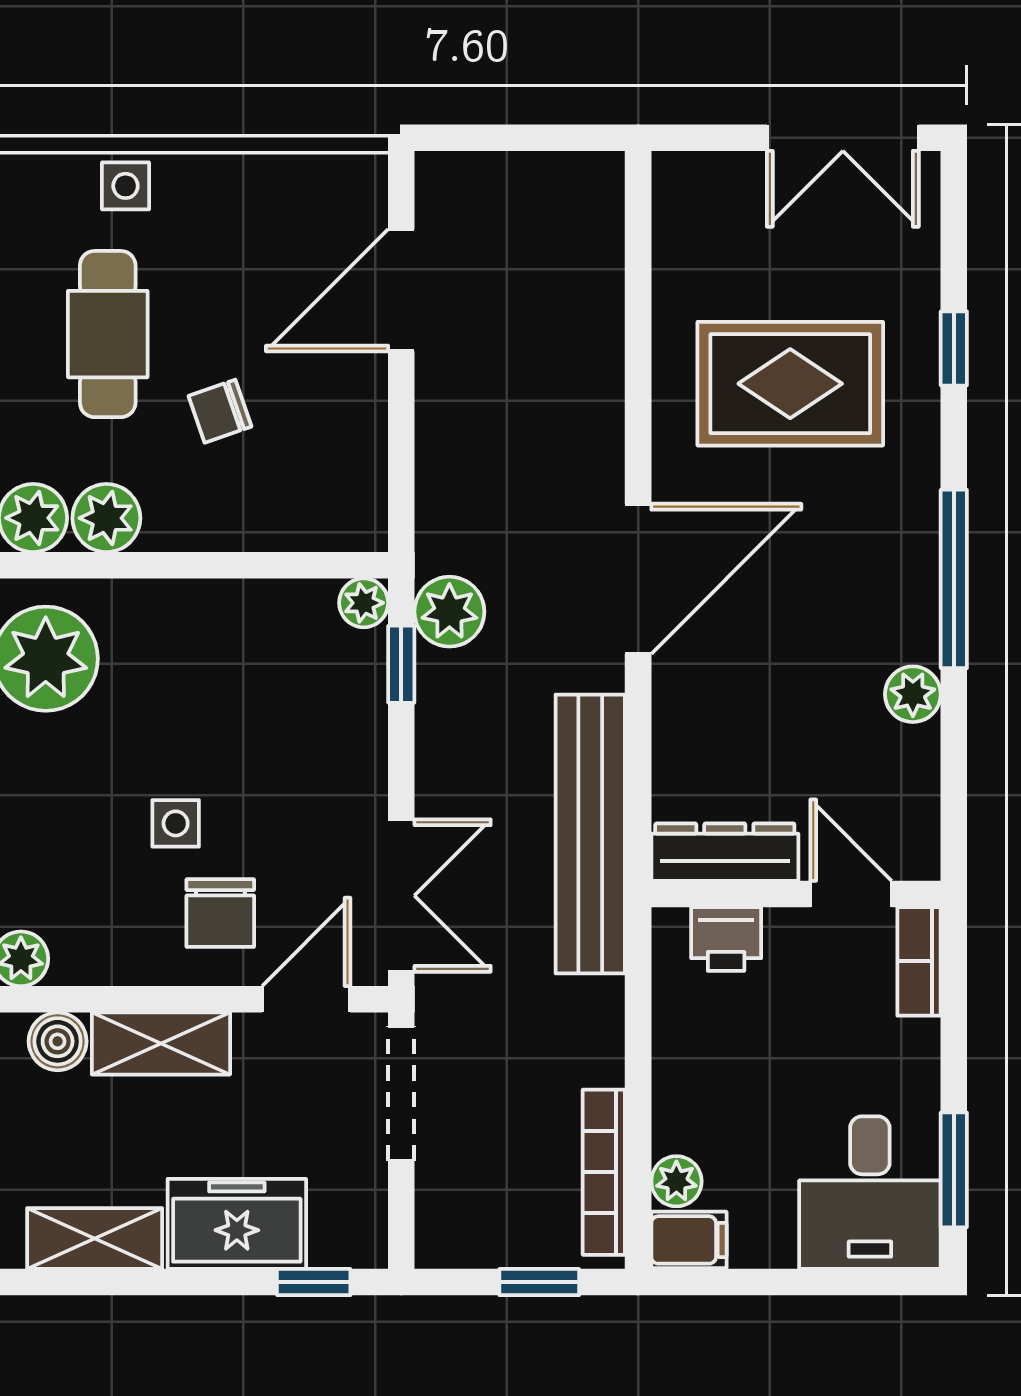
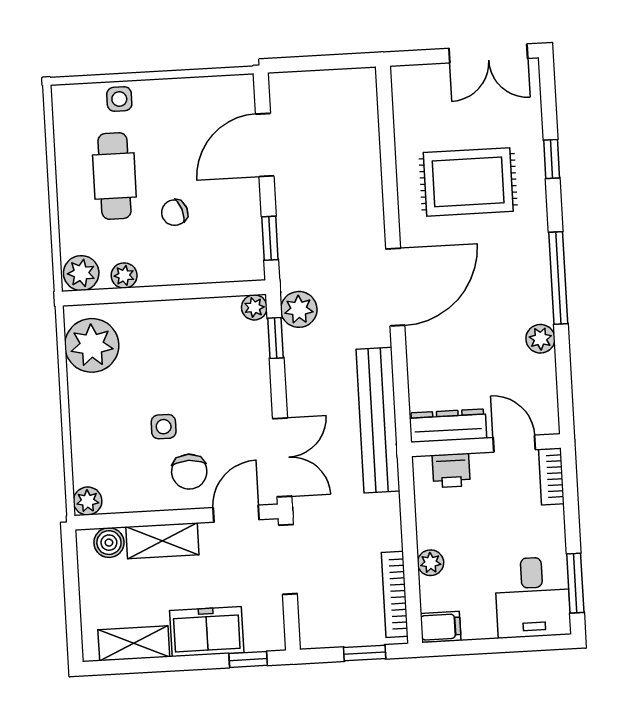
window: (401, 471) -> (270, 238), added
plant: (106, 518) -> (124, 276), width x0.73, depth x0.73
plant: (676, 1181) -> (431, 563), moved

